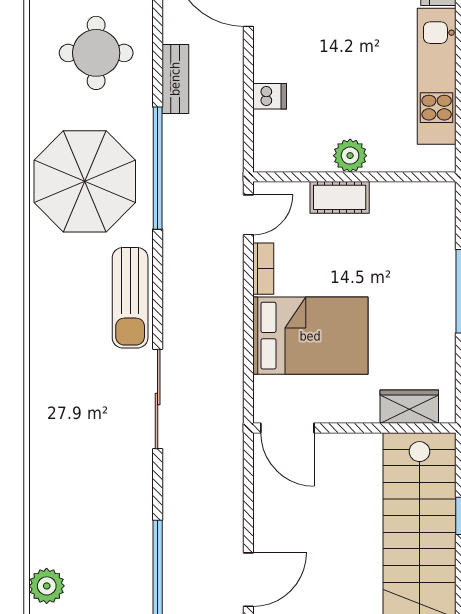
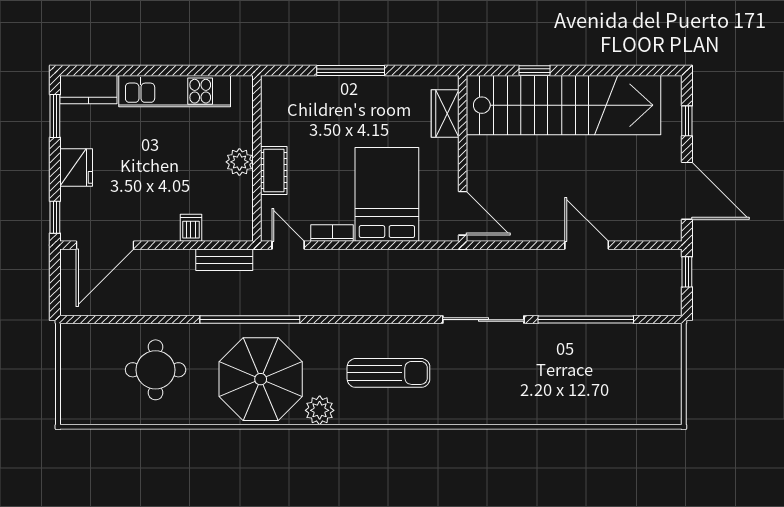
bench: (175, 79) -> (224, 260), moved
sun lounger: (130, 298) -> (388, 373), moved
sliding door: (158, 399) -> (483, 320), moved
door: (287, 428) -> (463, 213), hinge flipped
plant: (47, 586) -> (320, 410), moved

